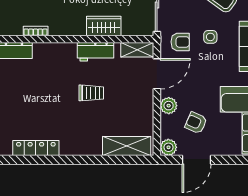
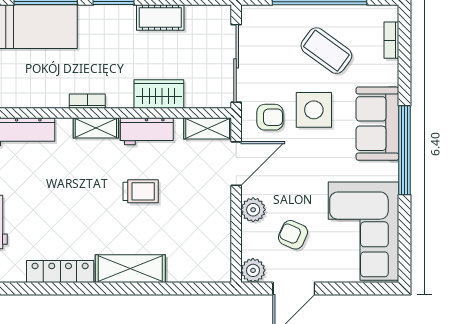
bookcase: (36, 31) -> (87, 101), moved
side table: (210, 37) -> (314, 110), width x1.87, depth x1.87
shelving: (60, 49) -> (96, 128), added
shelving: (127, 146) -> (130, 269), moved

